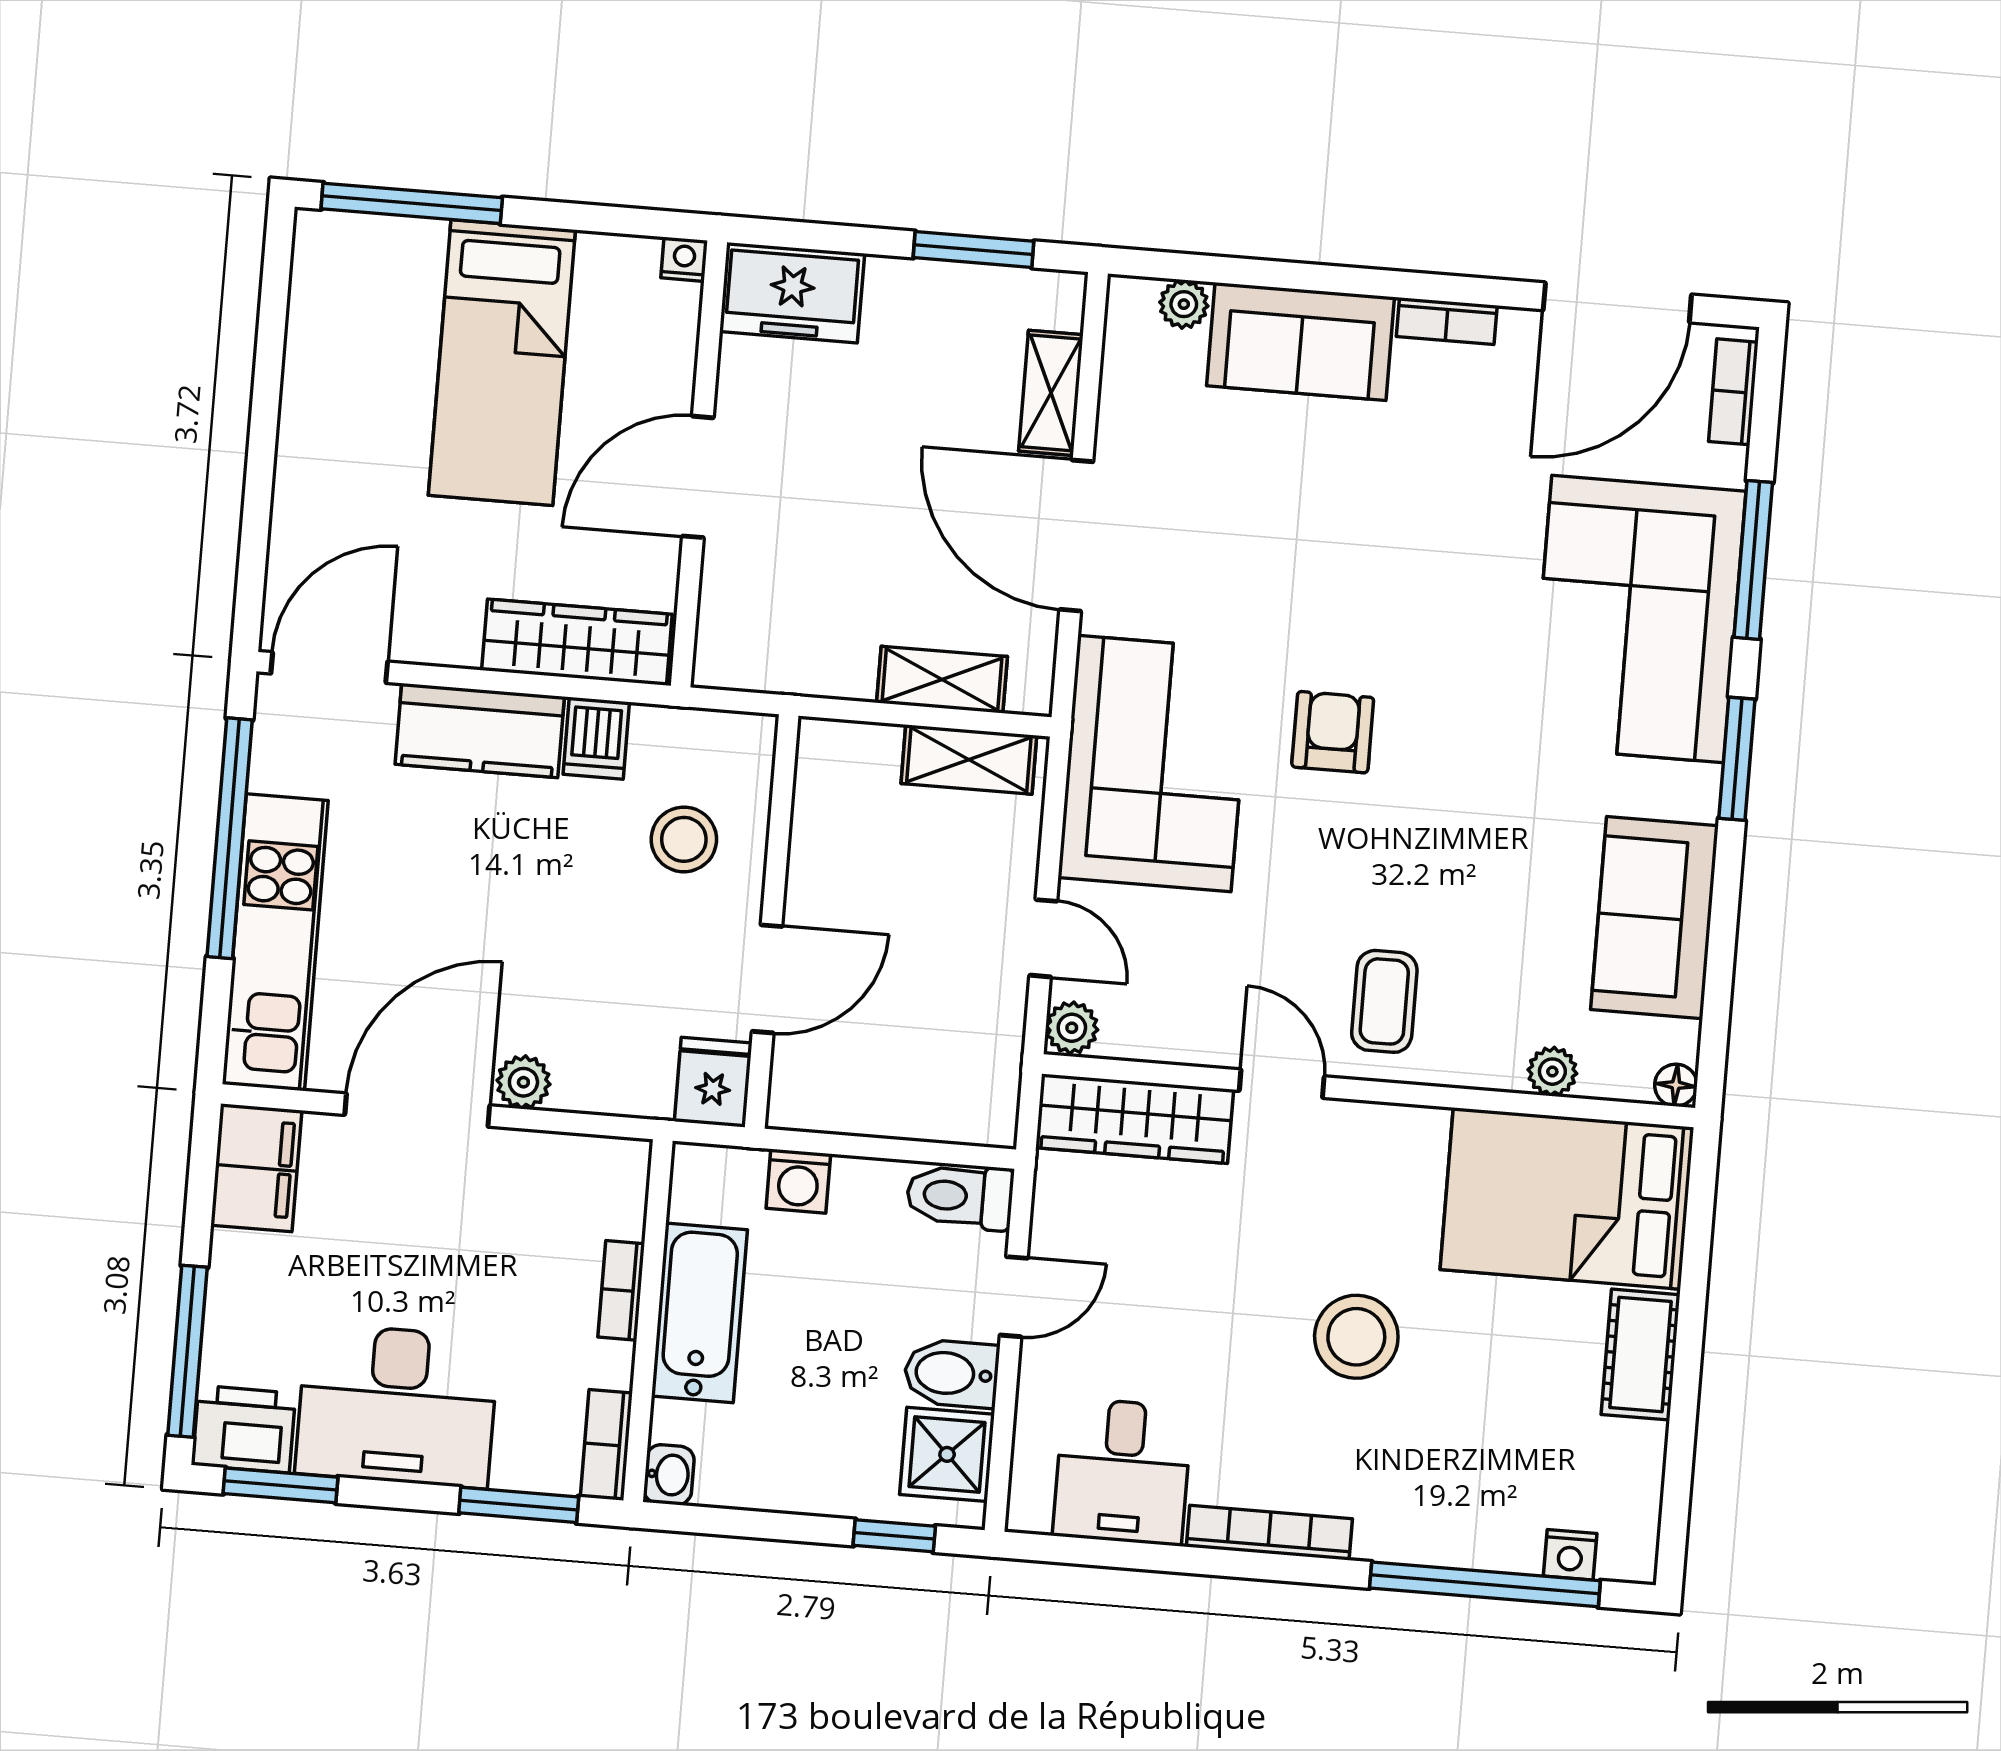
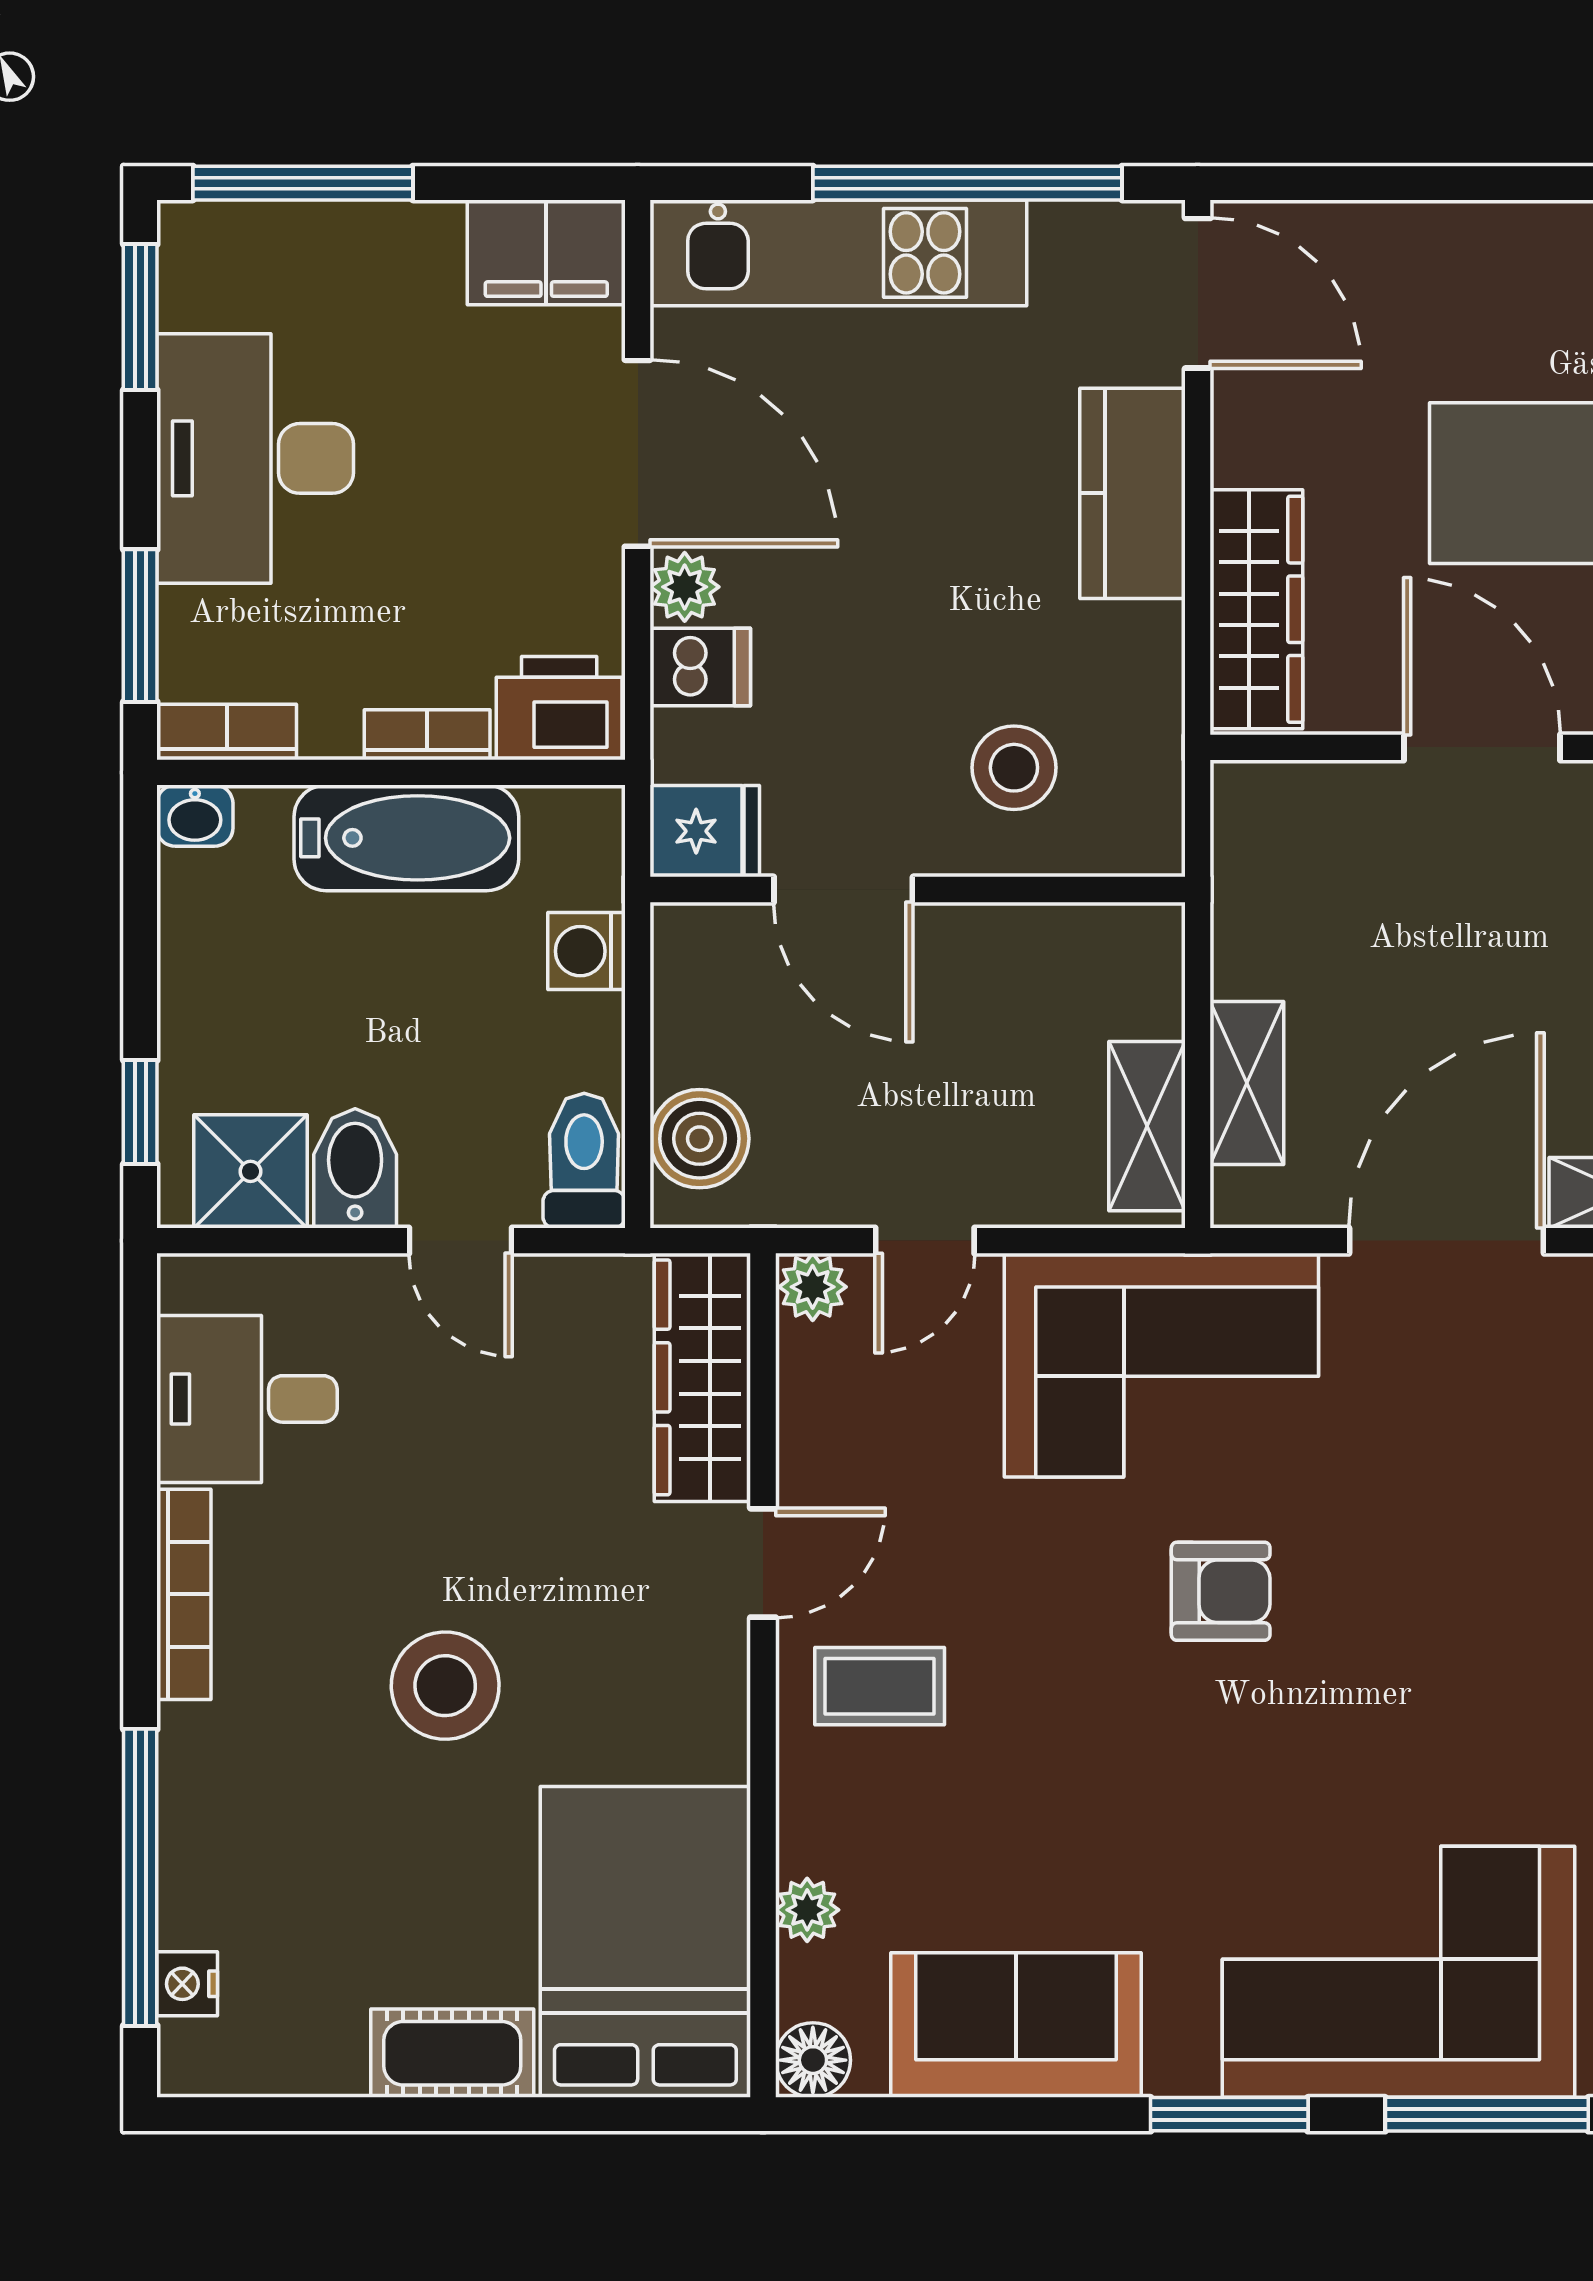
dishwasher: (596, 738) -> (700, 667), moved, turned 180
floor lamp: (1676, 1085) -> (813, 2060), width x1.37, depth x1.37
boiler: (950, 1106) -> (699, 1139), added
printer: (244, 1429) -> (559, 708), moved, turned -90

